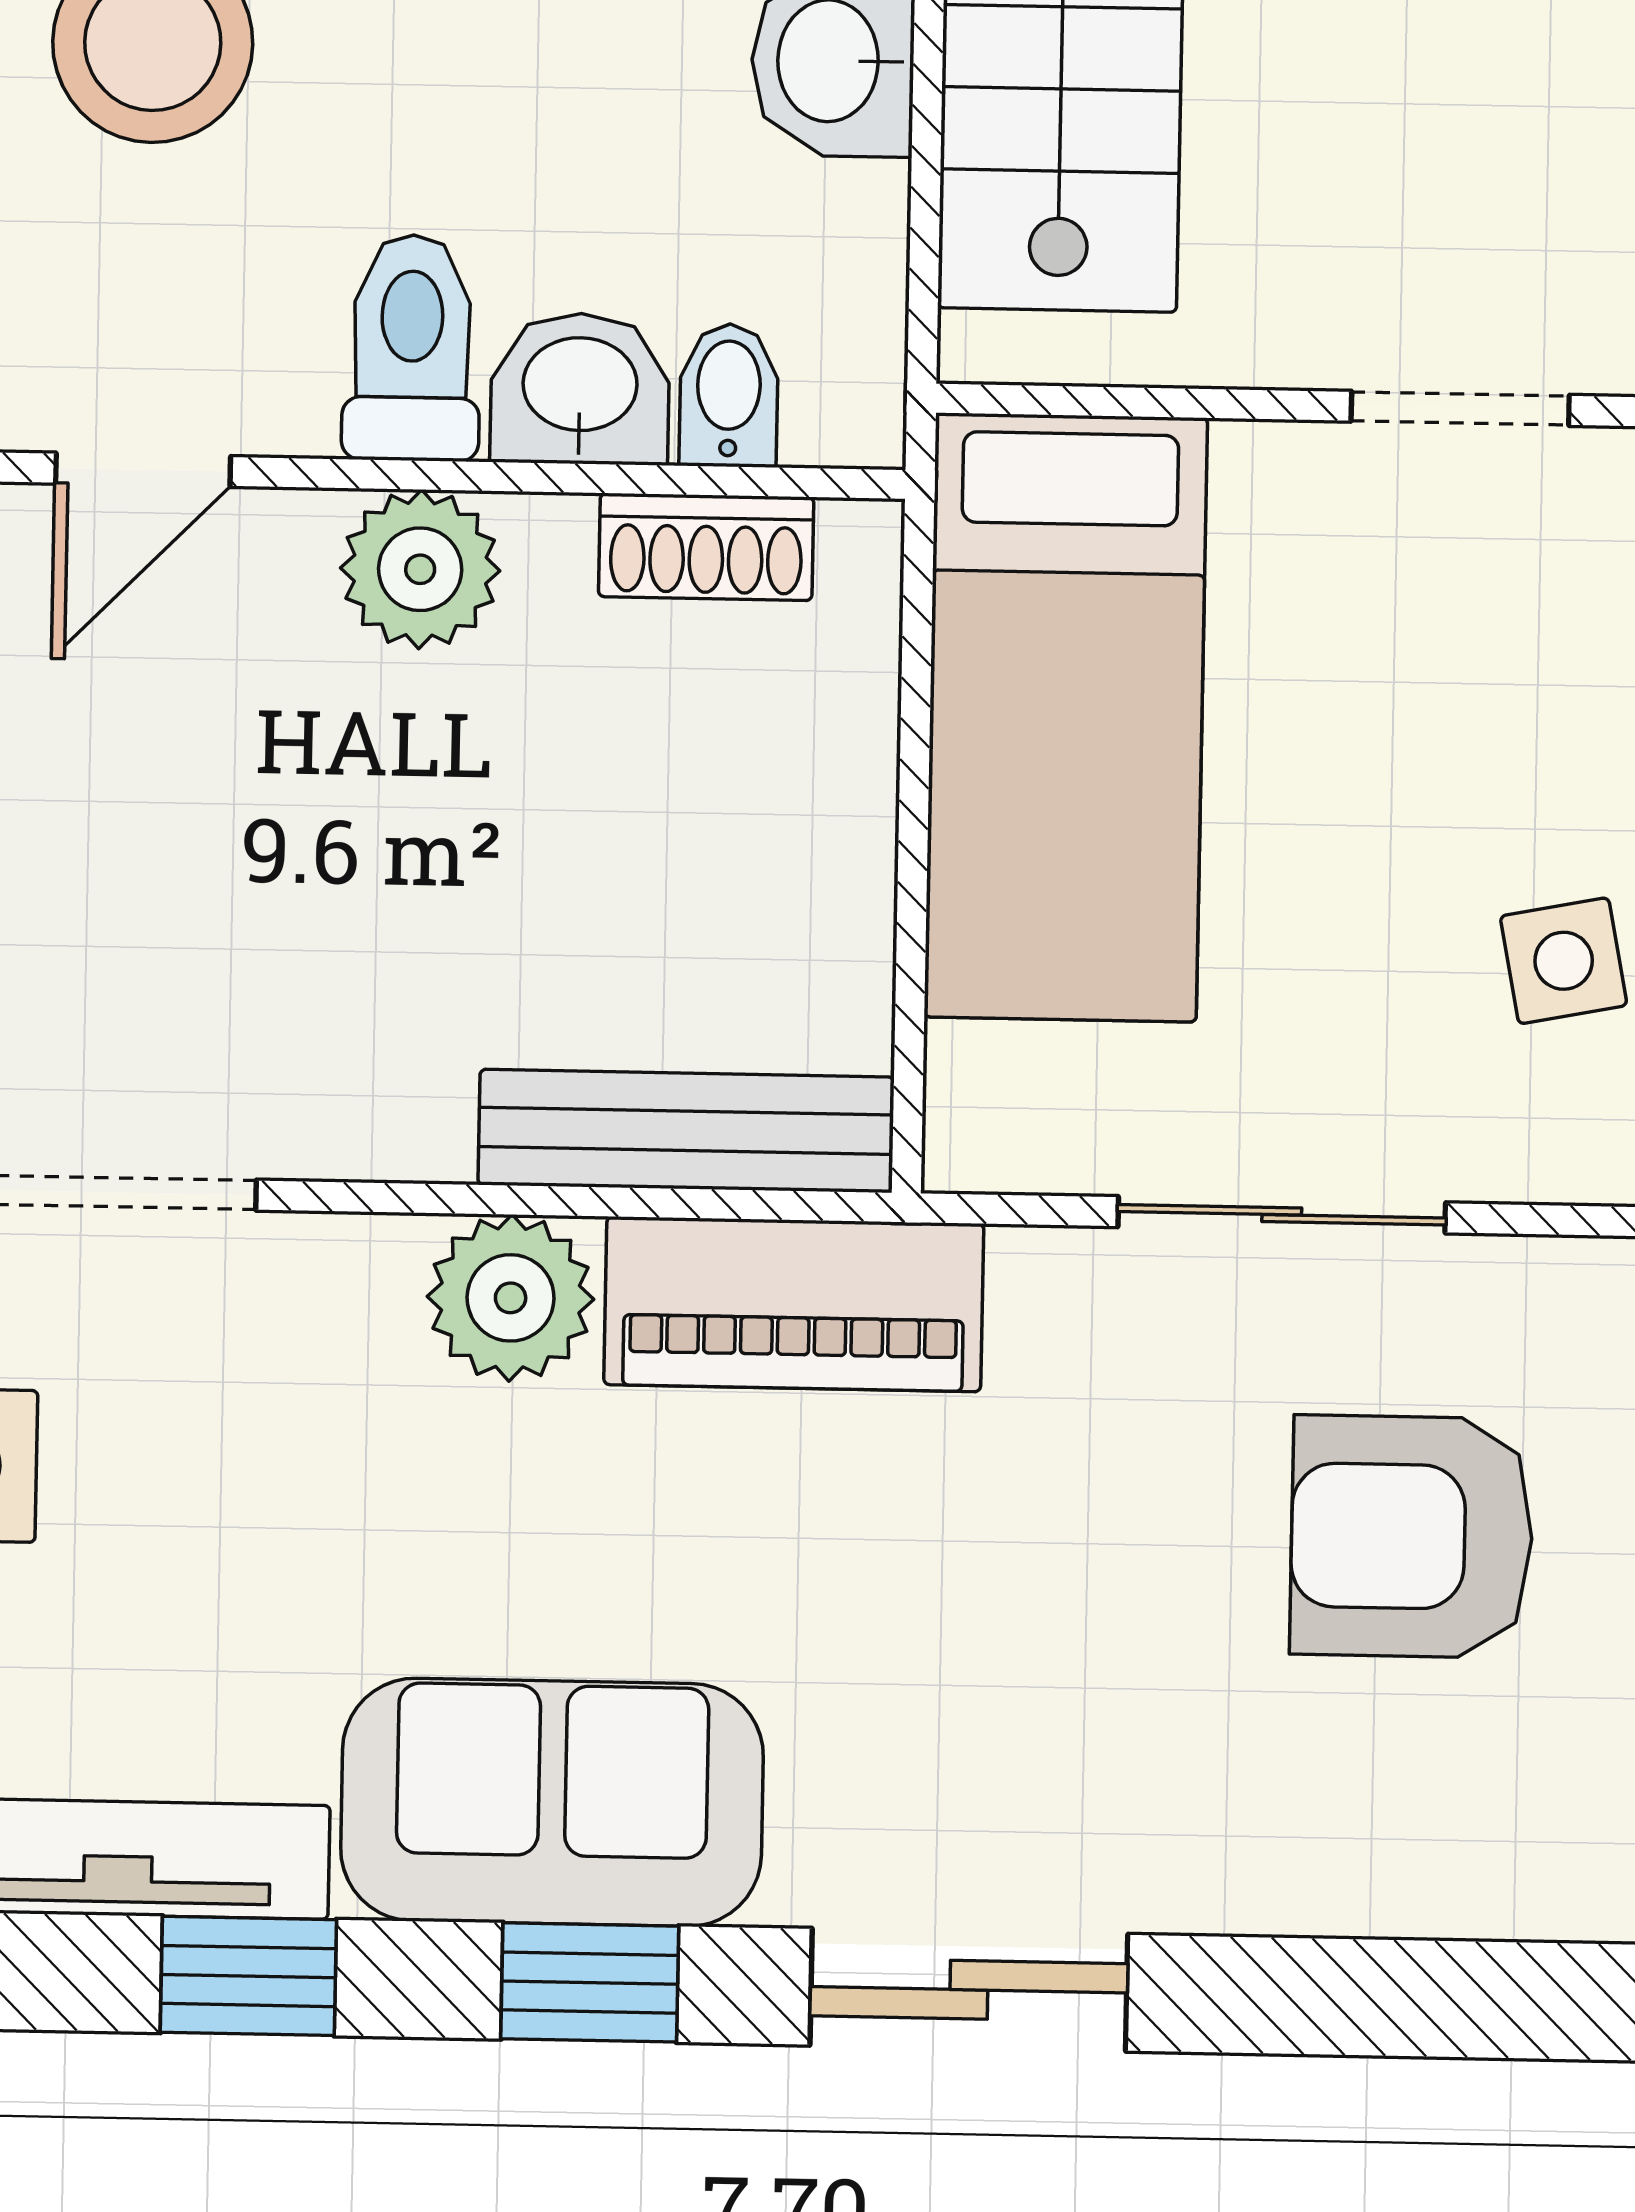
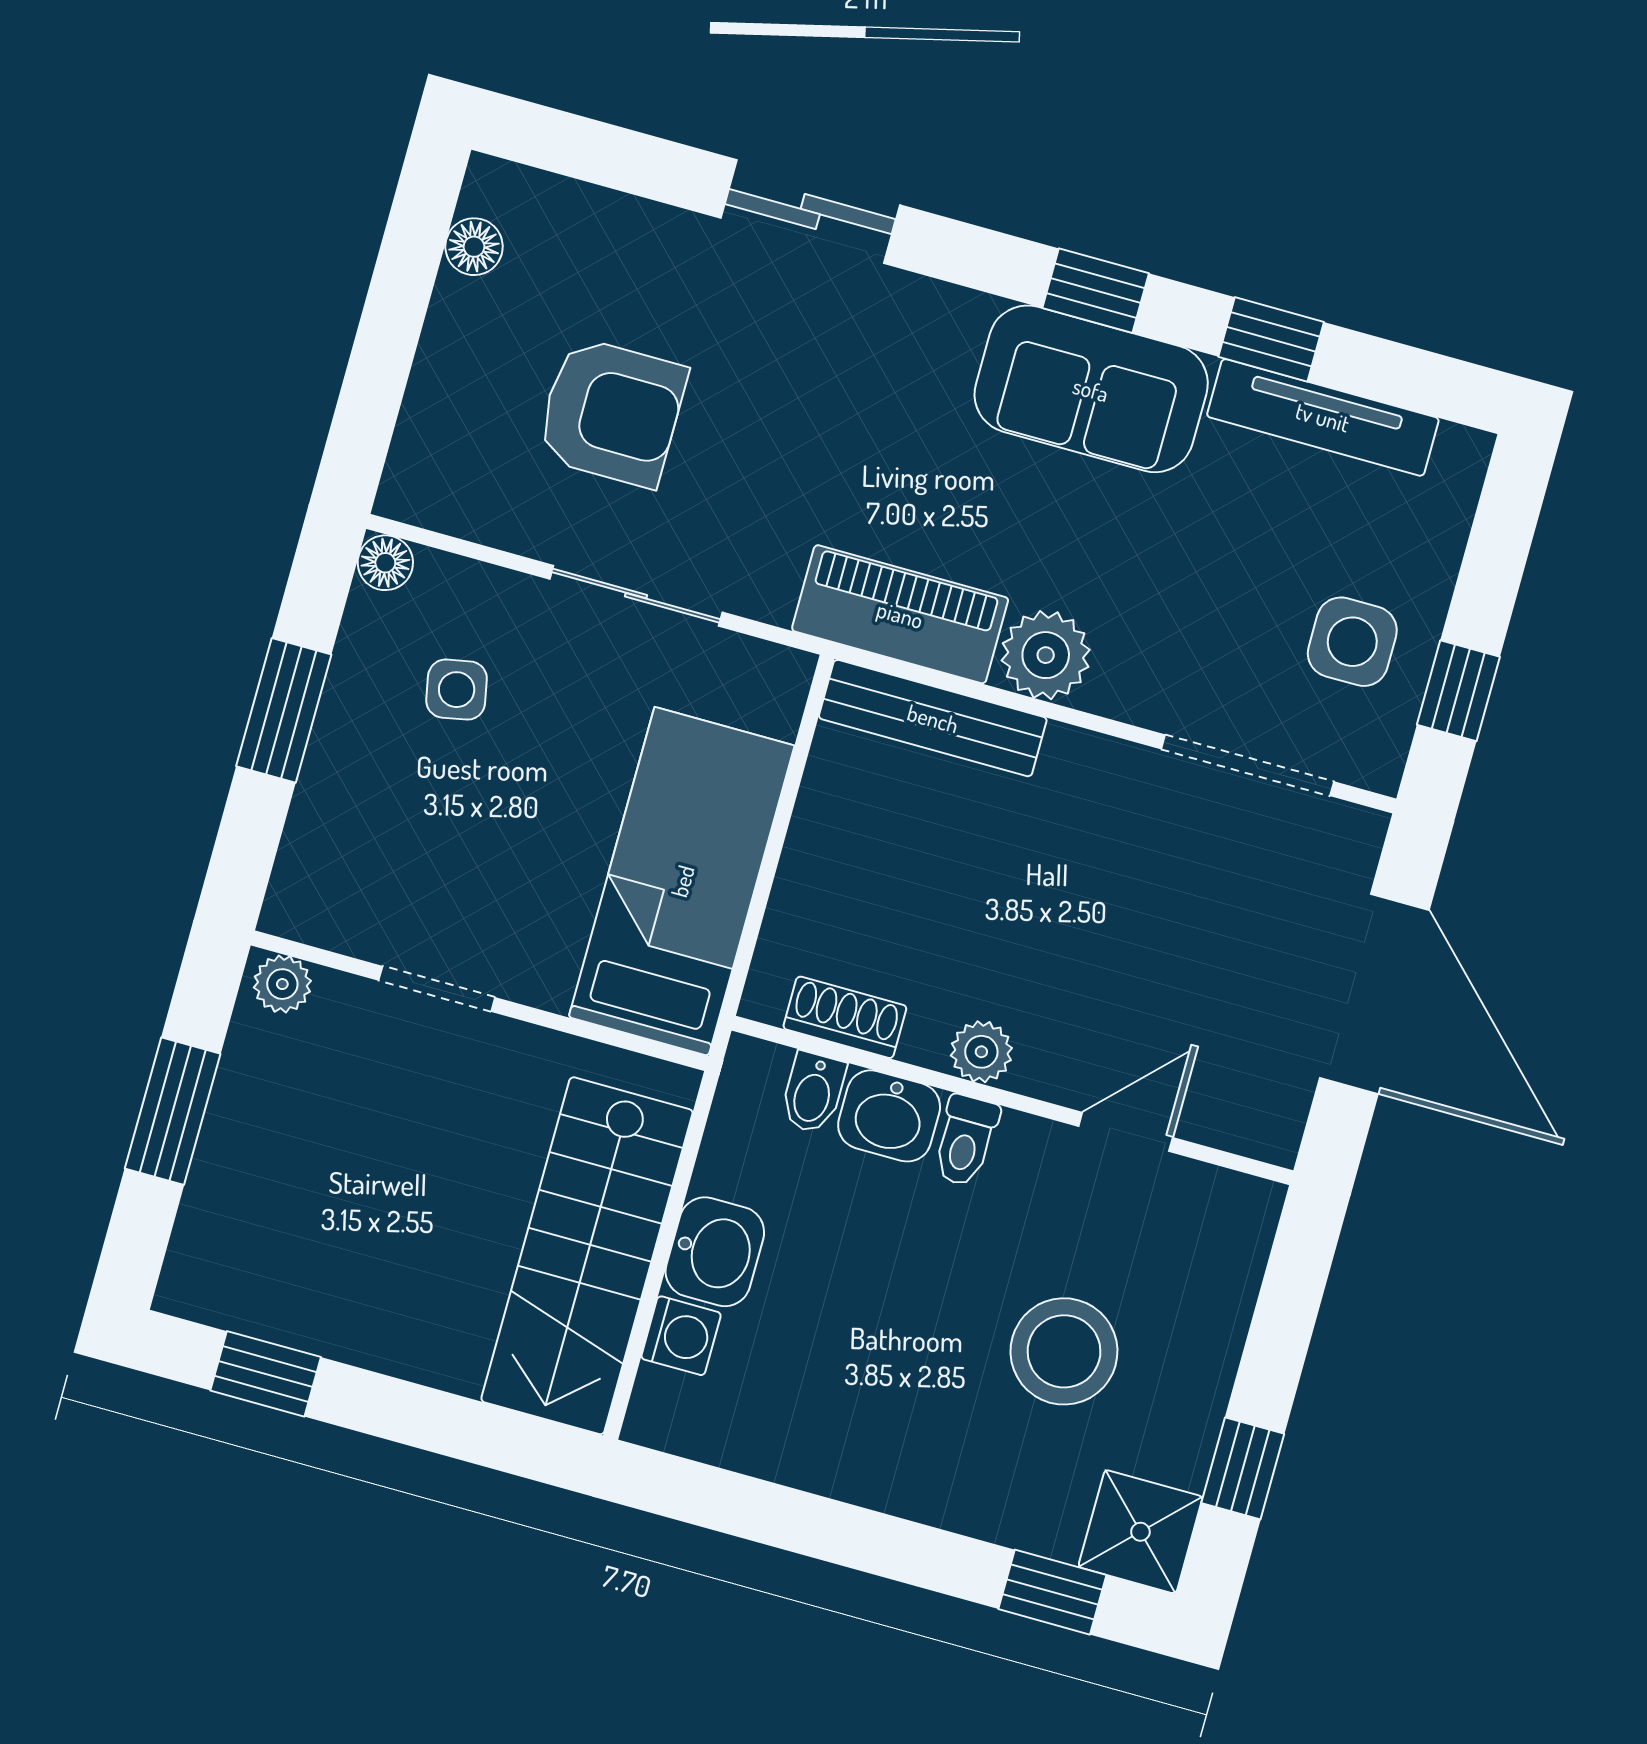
toilet: (412, 348) -> (966, 1141), width x0.73, depth x0.72
plant: (420, 569) -> (981, 1052), width x0.73, depth x0.73
sliding door: (969, 1990) -> (810, 212), moved

